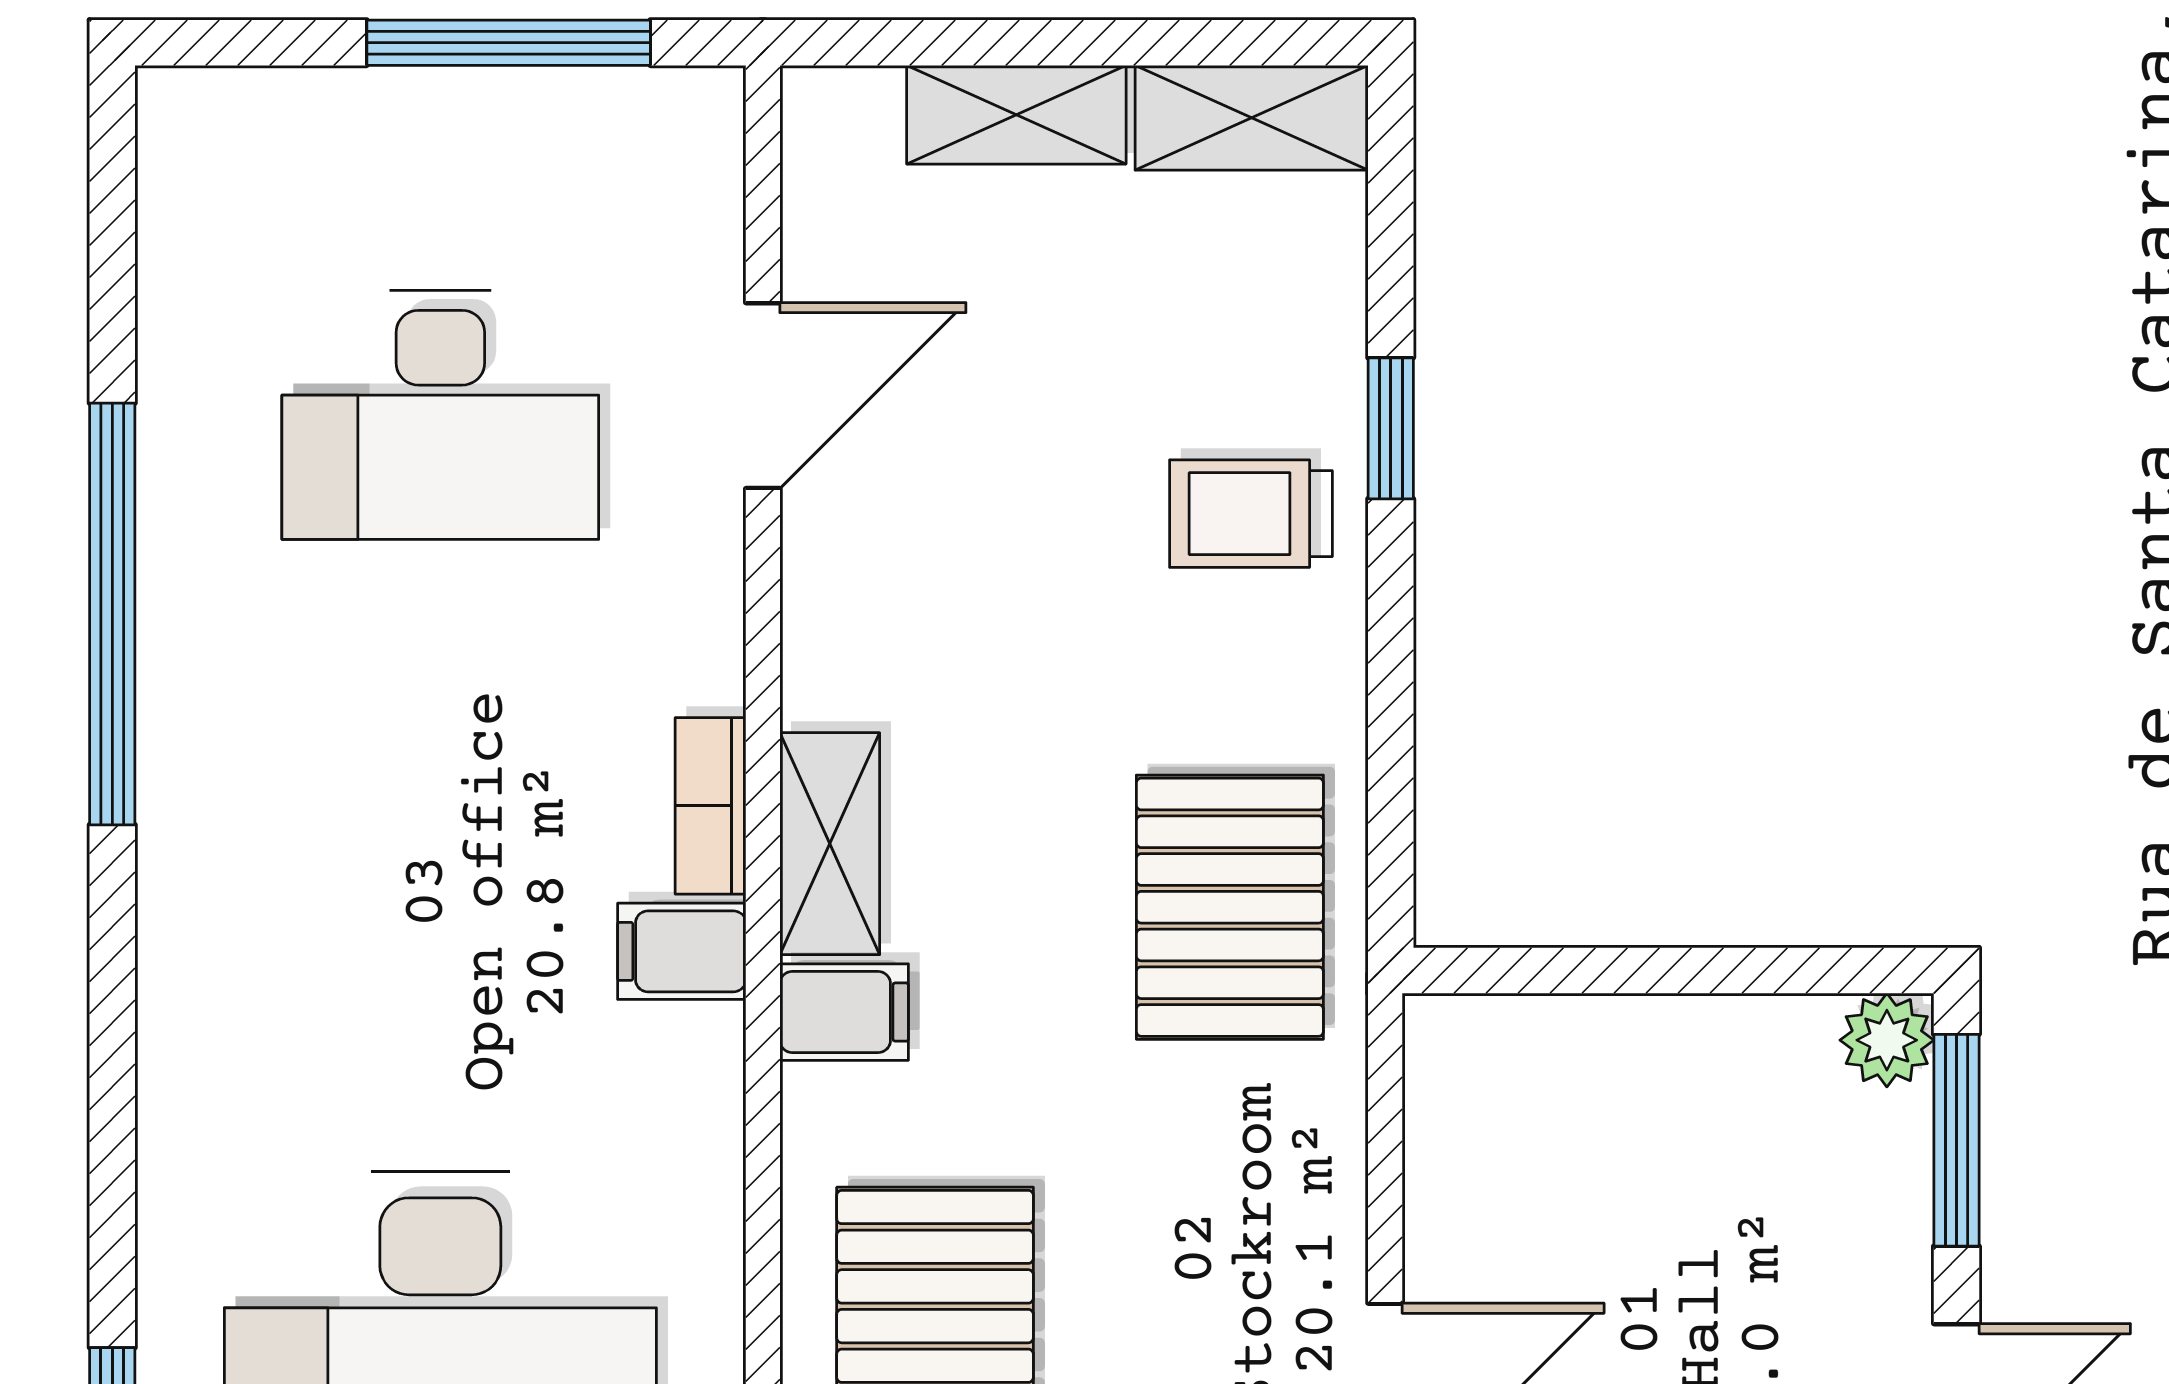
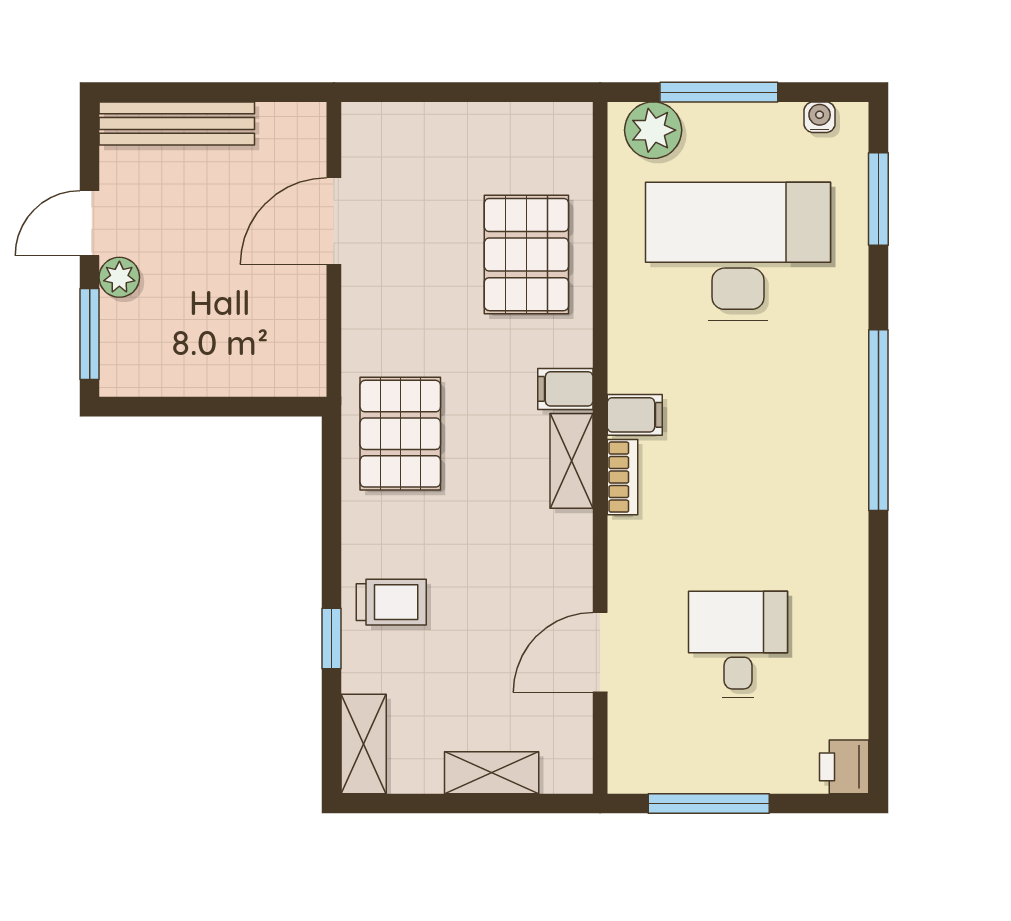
shelving: (1252, 118) -> (364, 744), moved, turned 90
printer: (192, 129) -> (844, 767), added
desk: (440, 415) -> (738, 644), width x0.73
window: (112, 614) -> (878, 420), moved
plant: (1887, 1040) -> (119, 277), moved

